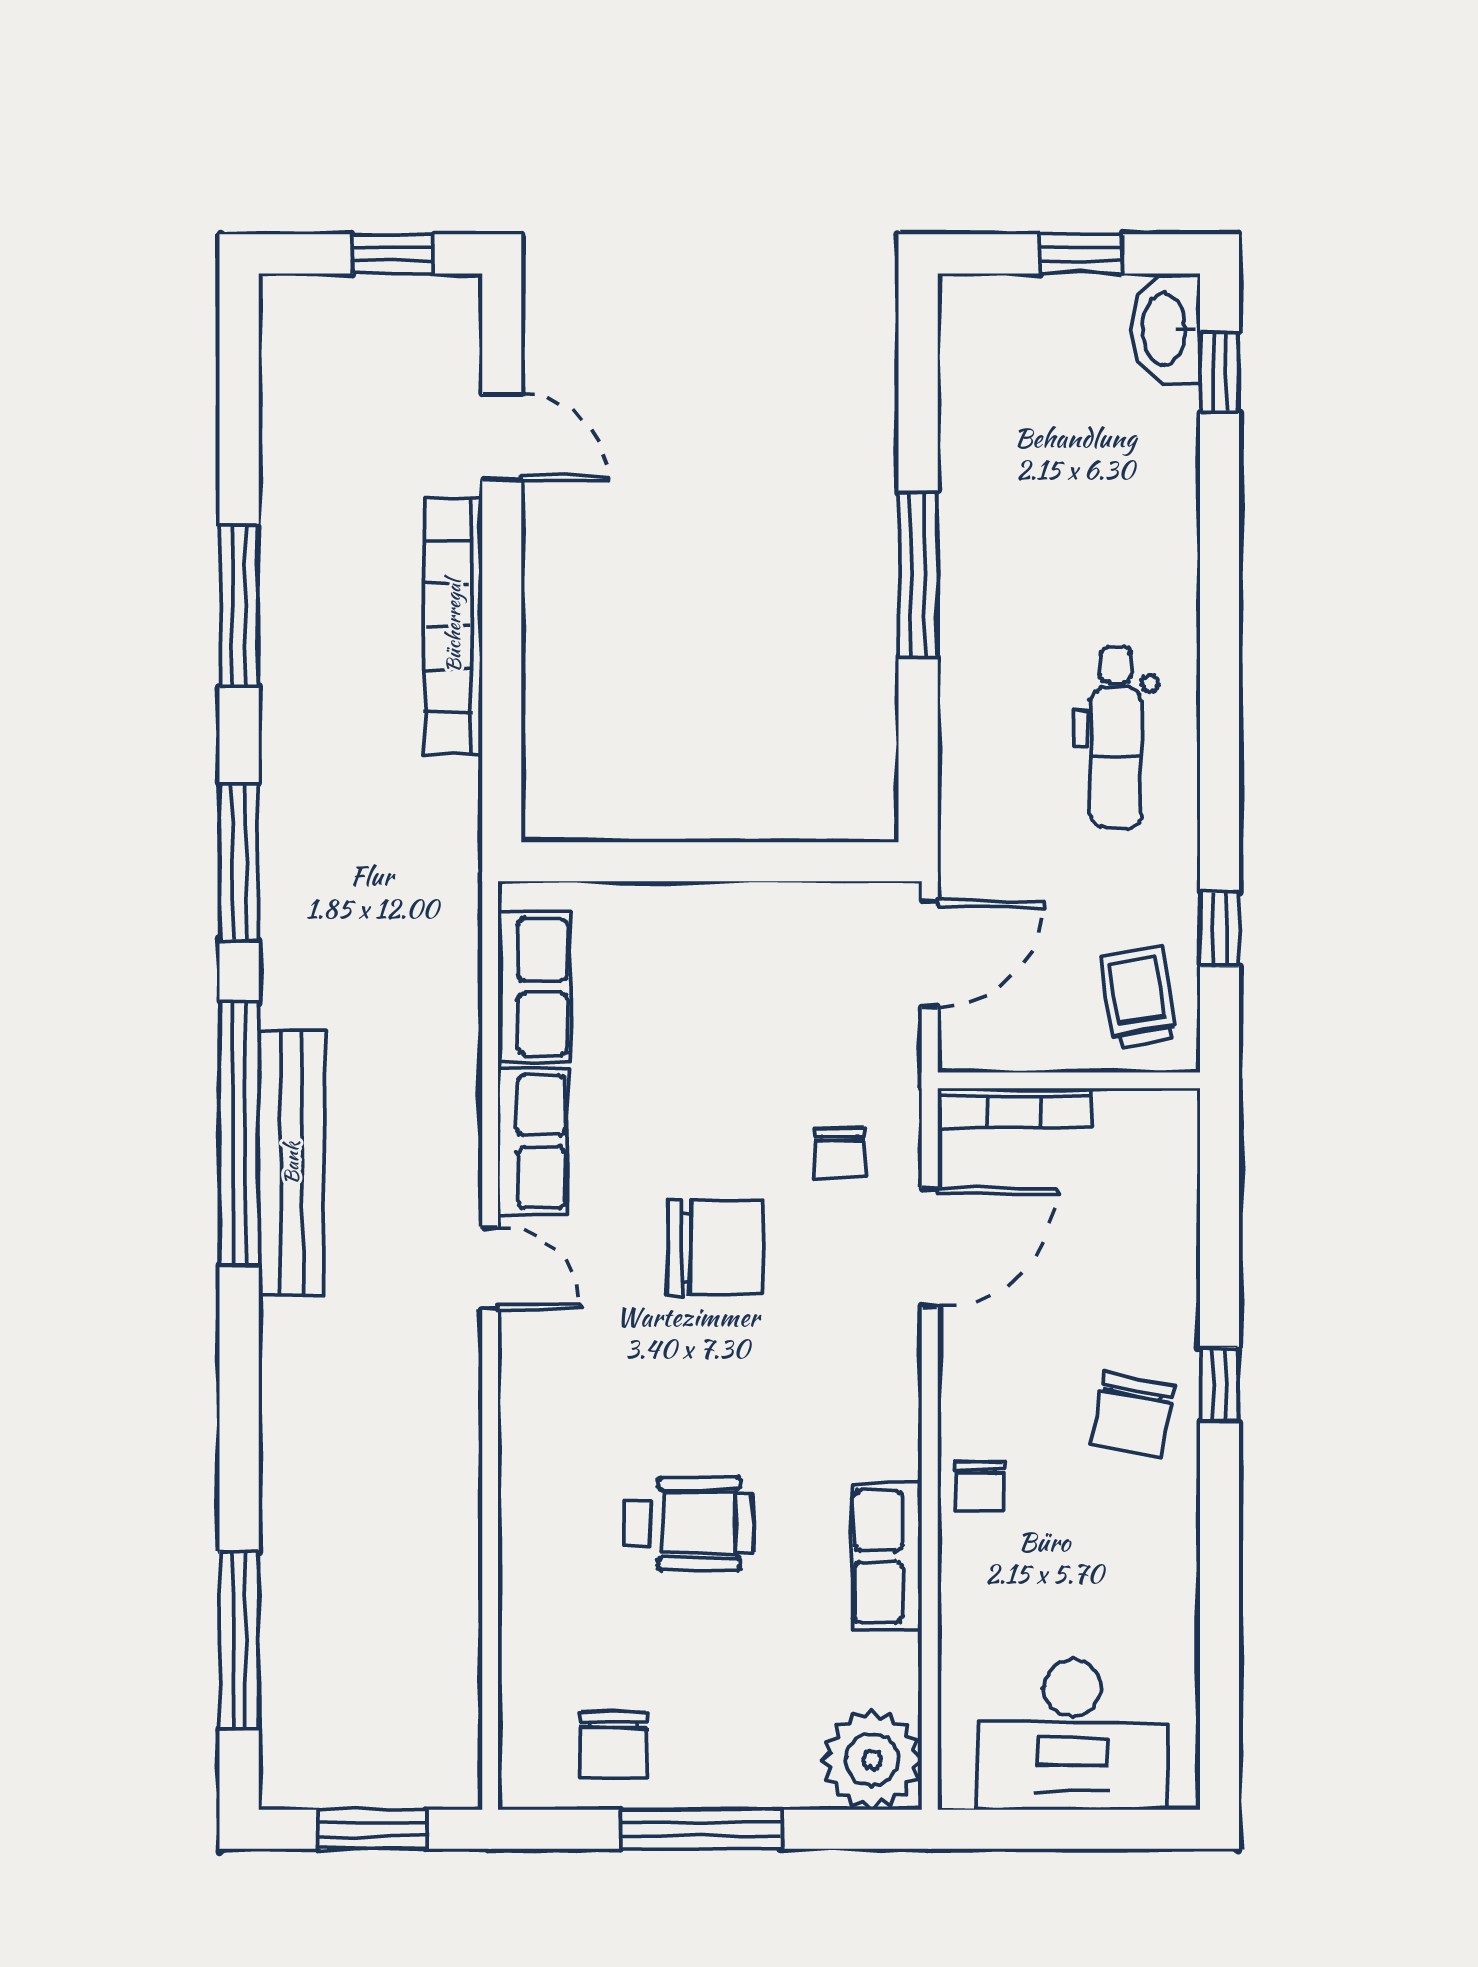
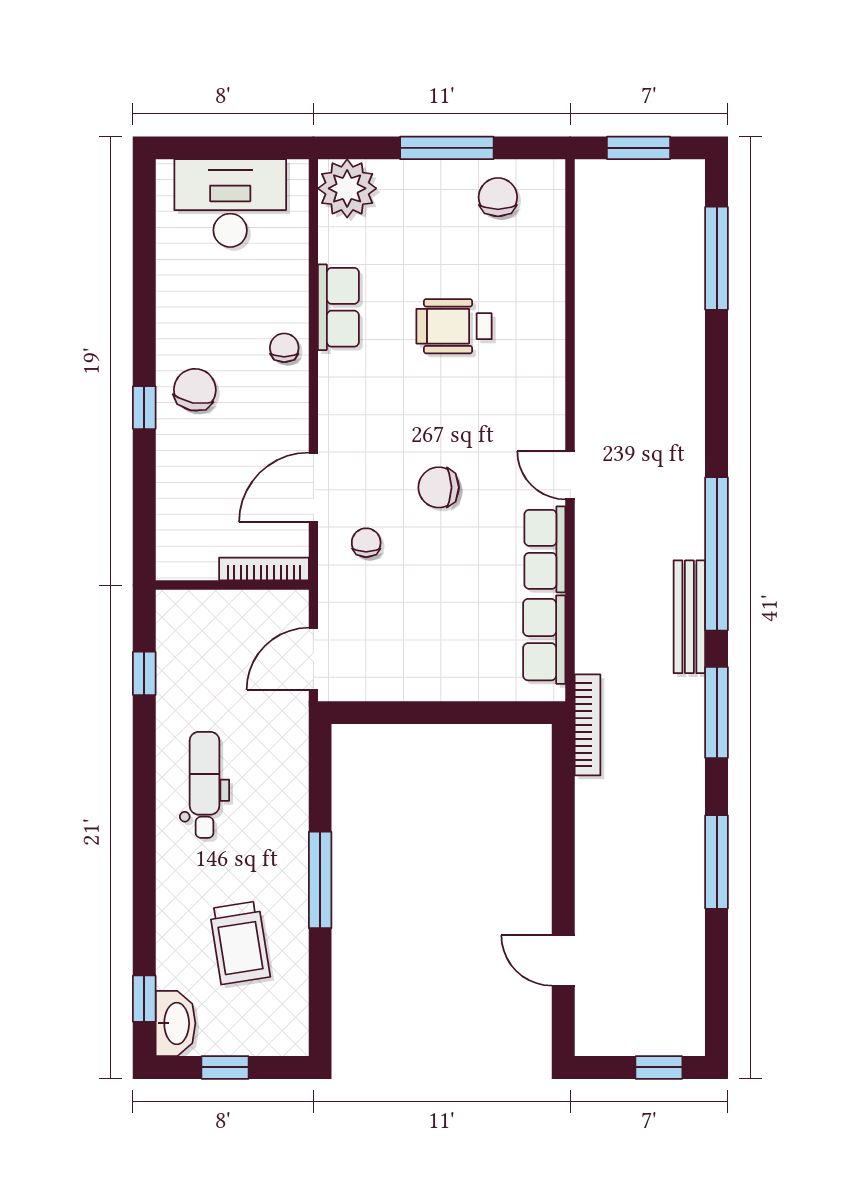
window: (392, 254) -> (659, 1067), moved
bookcase: (453, 626) -> (587, 725), moved, width x0.68, depth x0.76
trolley: (1139, 997) -> (240, 943), moved, width x1.36, depth x1.39
bench: (291, 1163) -> (689, 617), moved, width x0.73, depth x0.82
chair: (715, 1247) -> (439, 487), width x0.73, depth x0.73

